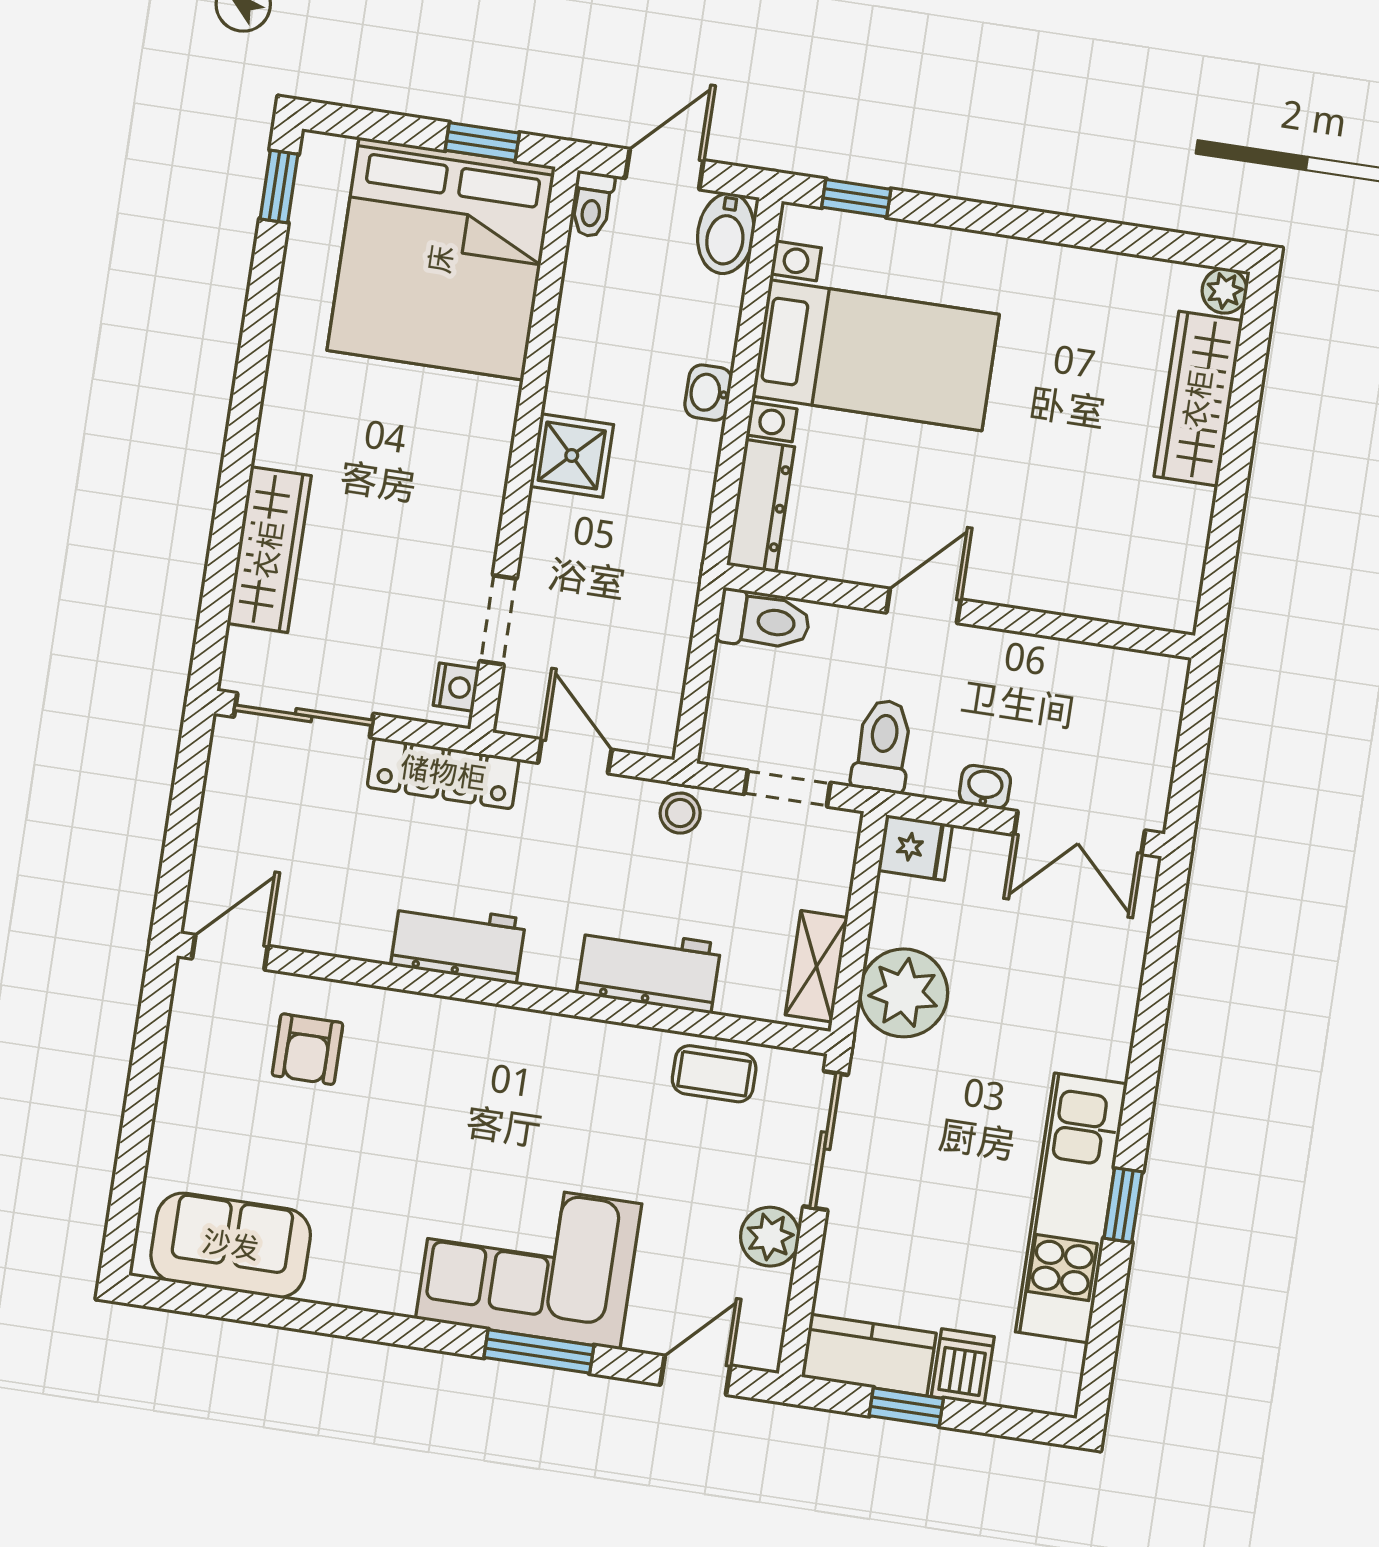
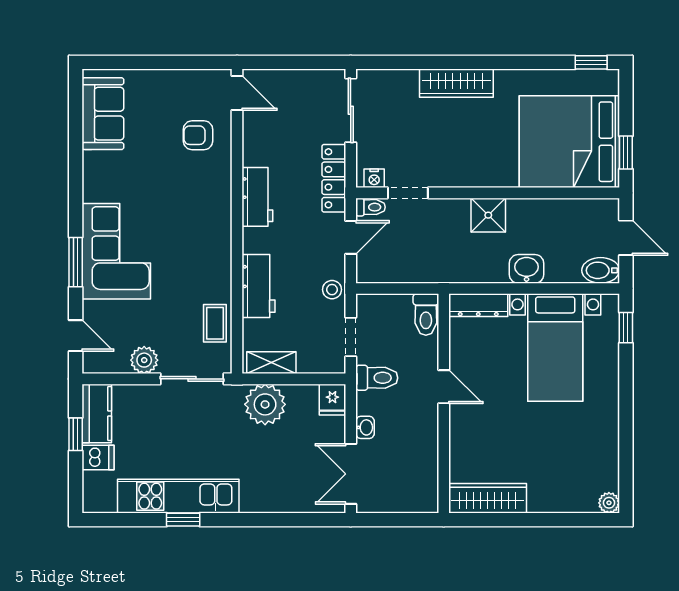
toilet: (592, 204) -> (371, 207), moved, turned 180
washbasin: (708, 393) -> (527, 269), width x1.38, depth x1.45
wardrobe: (1198, 399) -> (488, 498), moved
wardrobe: (269, 550) -> (456, 83), moved

